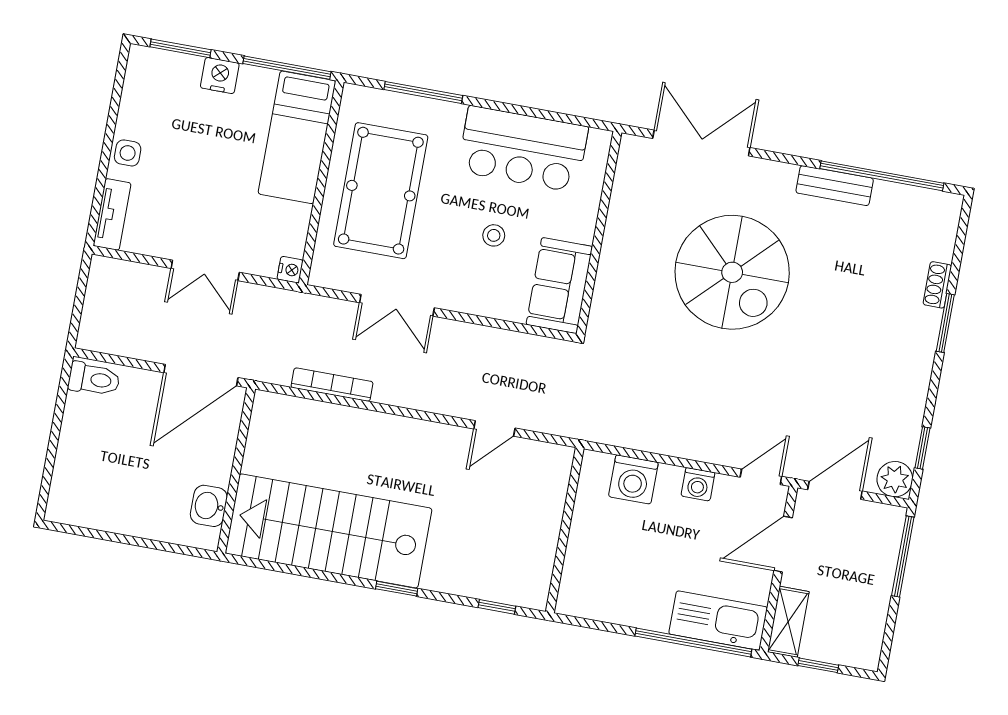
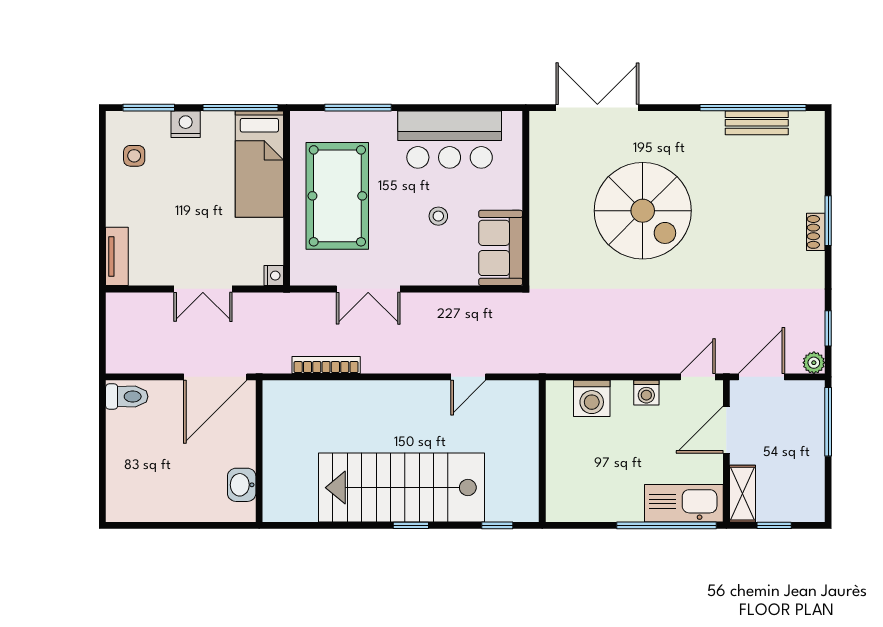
side table: (128, 153) -> (134, 156), moved
bench: (835, 186) -> (757, 123), moved
shoe rack: (937, 285) -> (816, 232), moved
plant: (895, 479) -> (814, 363), width x0.73, depth x0.73
stairs: (329, 531) -> (401, 488), moved

